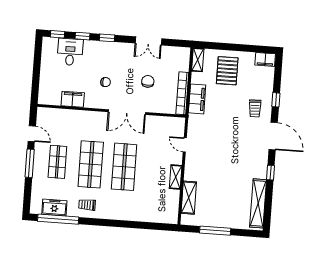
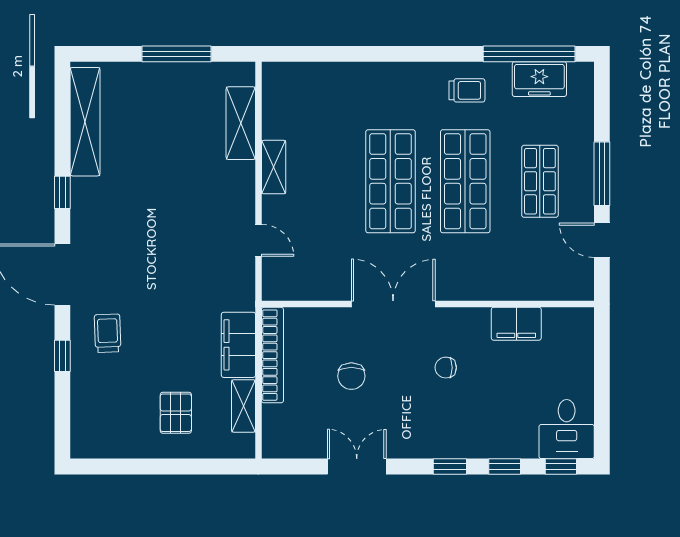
desk: (70, 52) -> (567, 429), moved
filing cabinet: (265, 59) -> (93, 444), removed
shelving: (198, 60) -> (243, 406), moved
pallet: (227, 71) -> (176, 413), width x0.67, depth x0.71

